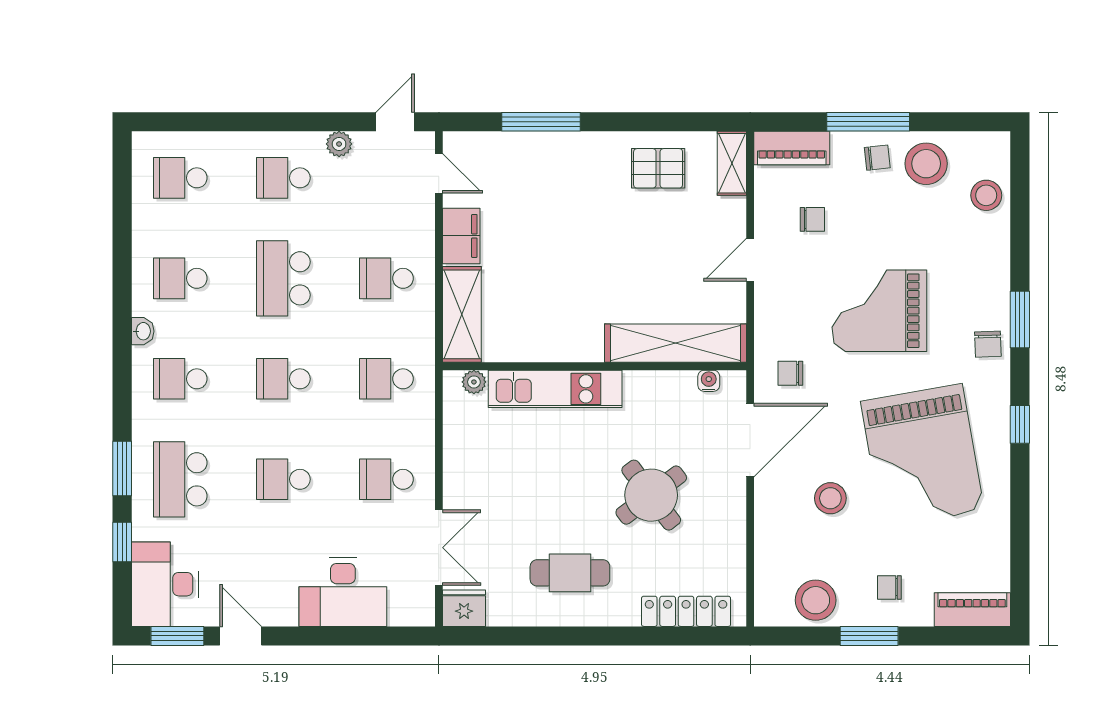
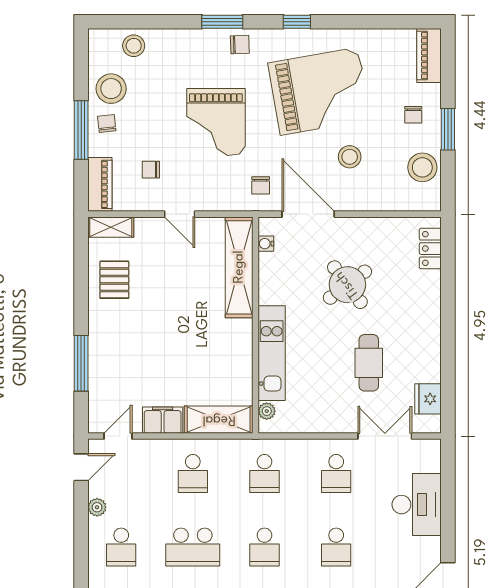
door: (395, 122) -> (81, 467), swing flipped
chair: (812, 219) -> (151, 170), turned -90
cafe table: (570, 573) -> (369, 363), moved
fridge: (464, 608) -> (428, 399), moved
locker: (686, 611) -> (430, 249), width x0.66

